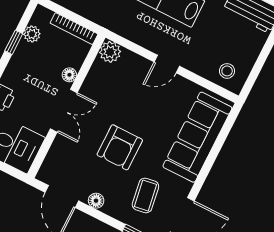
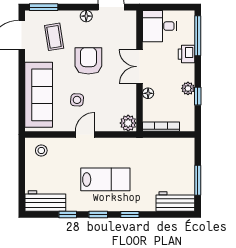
plant: (32, 34) -> (188, 88), moved
side table: (156, 109) -> (77, 100), added

